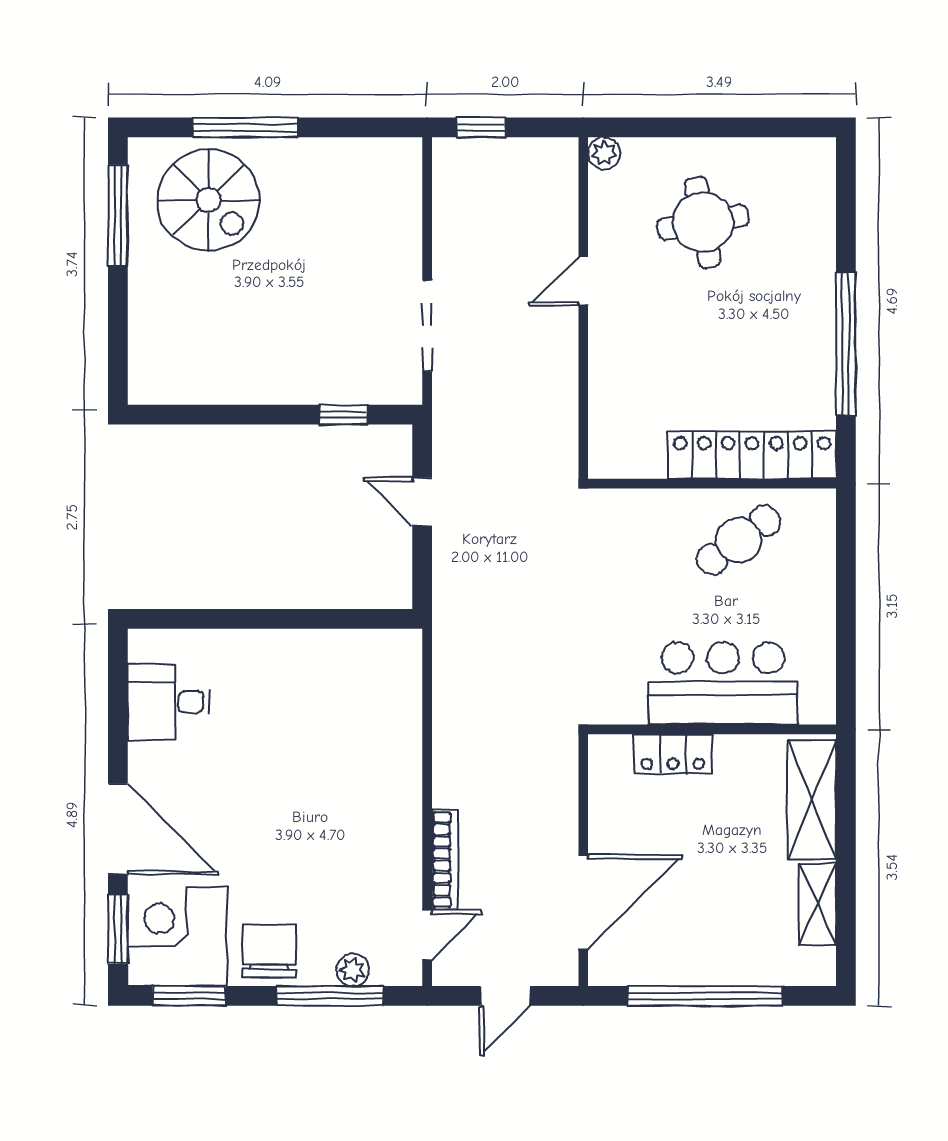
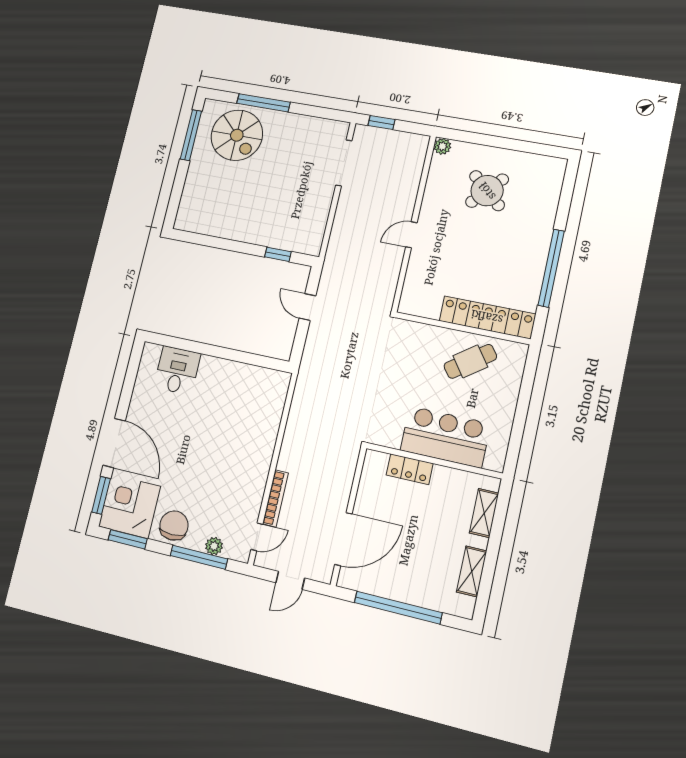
round table: (703, 222) -> (487, 191), turned -38
door: (583, 281) -> (411, 235), moved
doorway: (427, 326) -> (344, 163), moved
desk: (169, 702) -> (177, 370), moved, turned 90
shelving: (812, 800) -> (484, 513), width x0.67, depth x0.75

